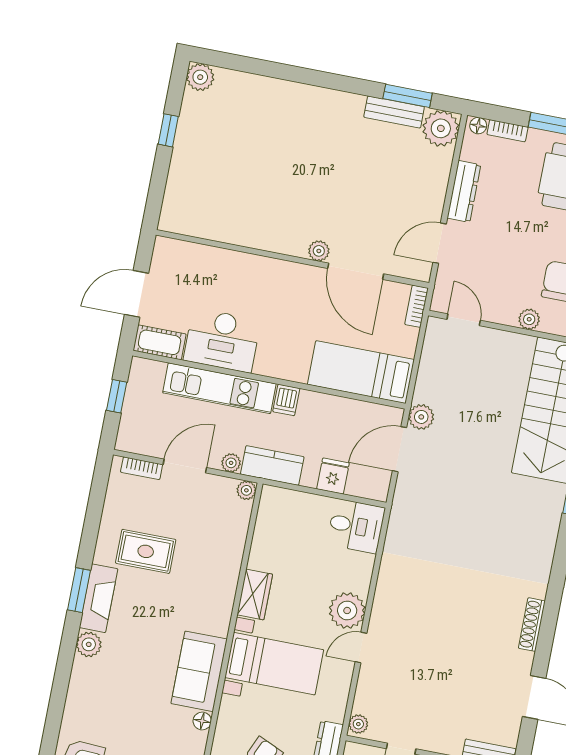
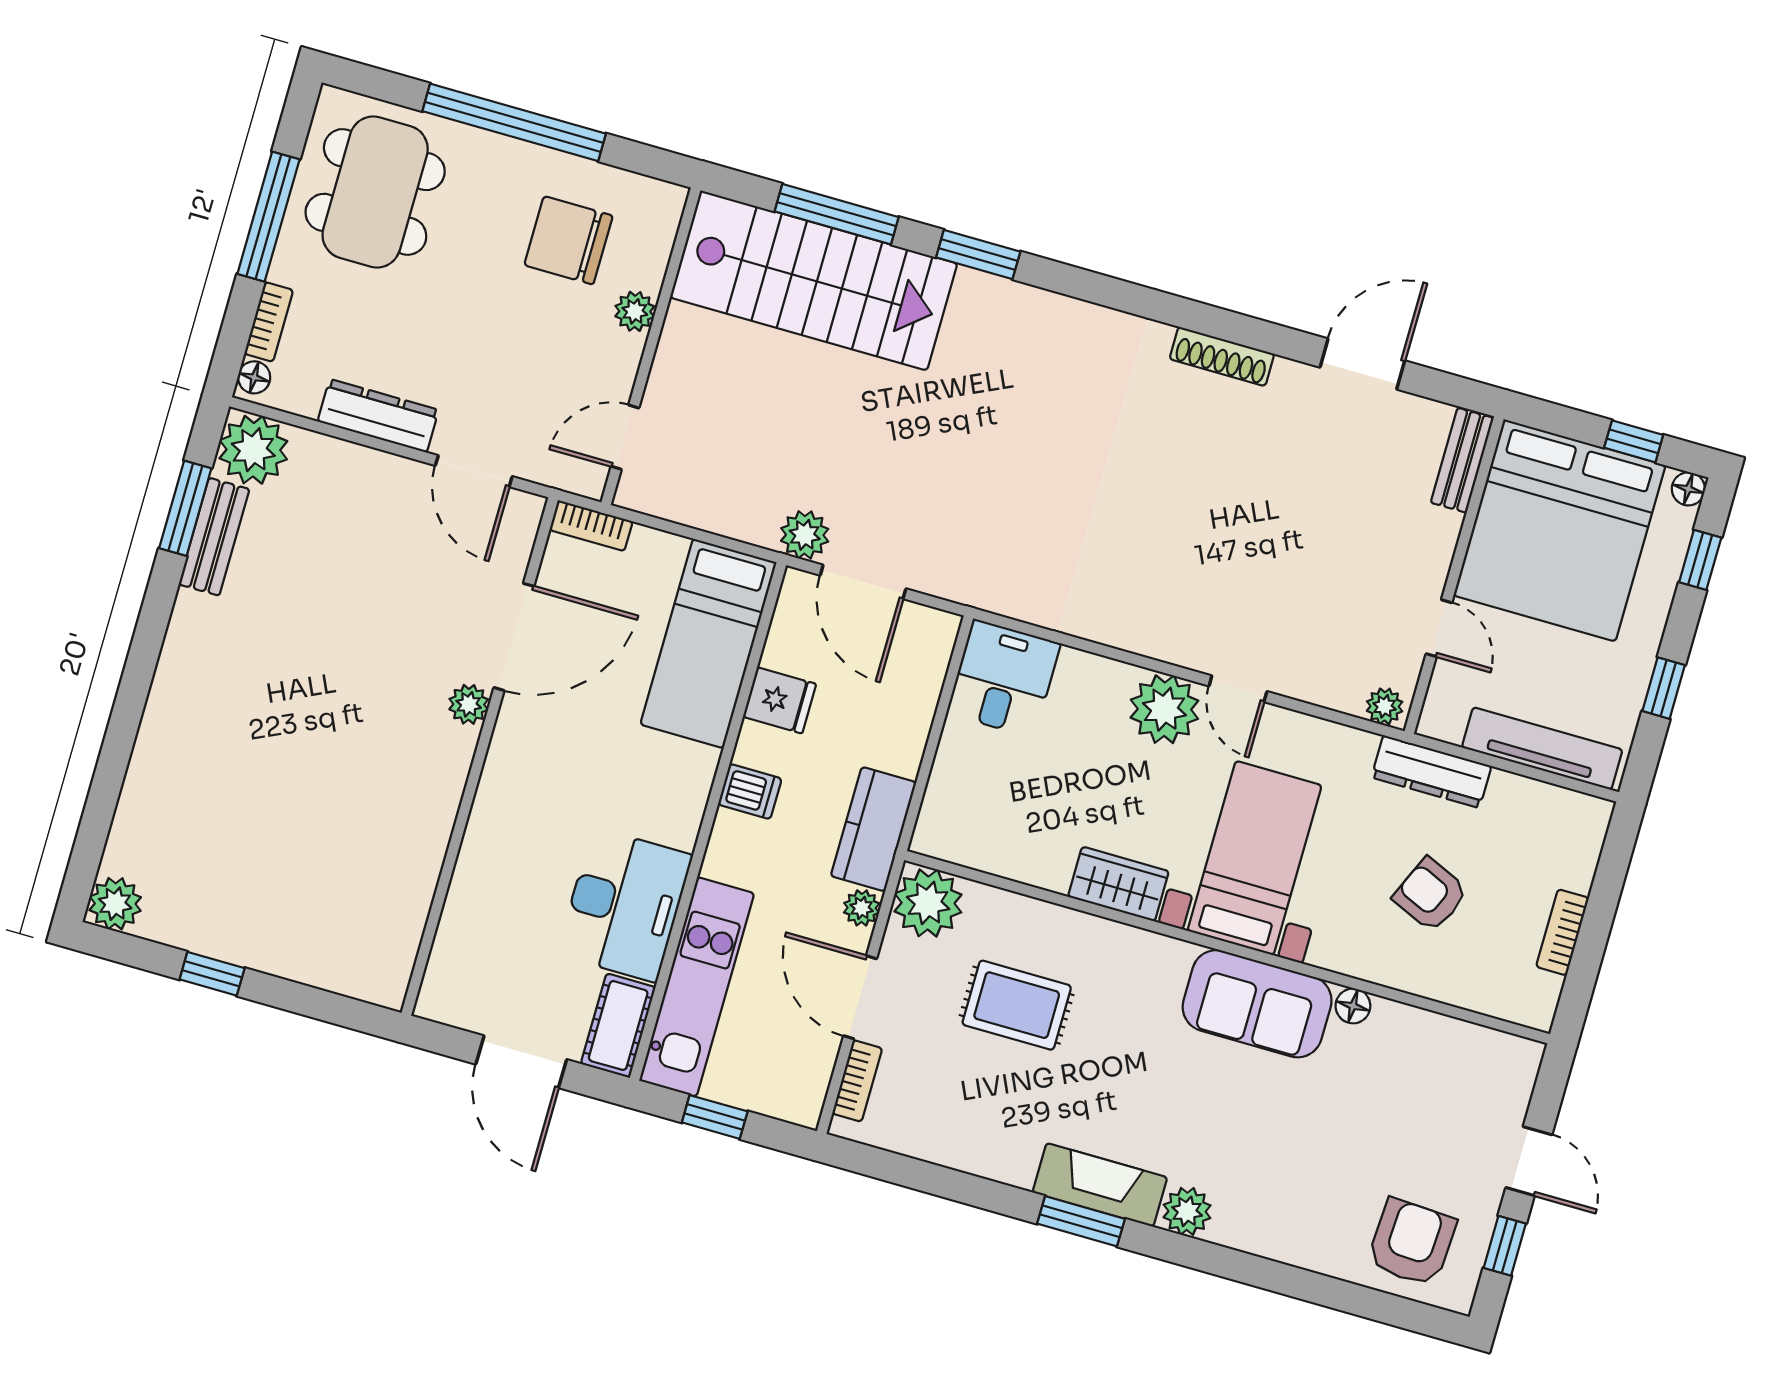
kitchen unit: (219, 388) -> (697, 987), moved
fridge: (333, 476) -> (780, 700), moved, turned 180
plant: (246, 490) -> (928, 903), width x1.87, depth x1.87
rug: (146, 551) -> (1017, 1005), moved, turned 90

